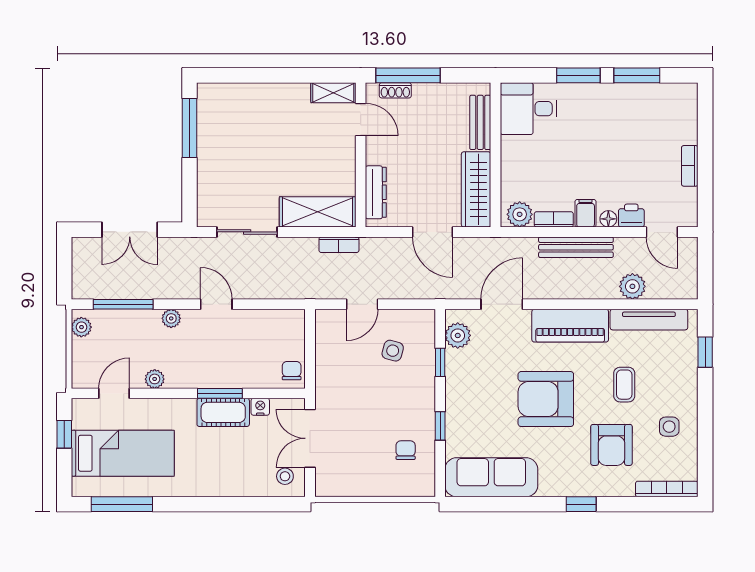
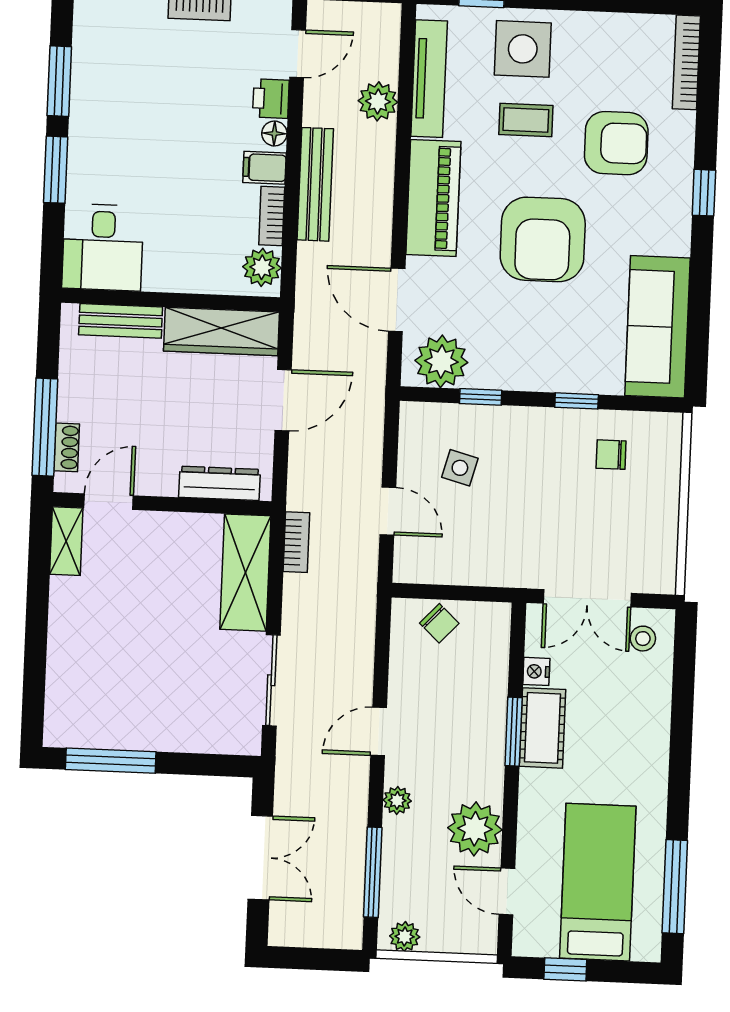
plant: (458, 335) -> (441, 361), width x1.36, depth x1.36
chair: (292, 371) -> (439, 623), moved, turned -137
plant: (155, 379) -> (475, 829), width x1.88, depth x1.88
side table: (669, 427) -> (523, 49), moved, width x1.87, depth x1.87

